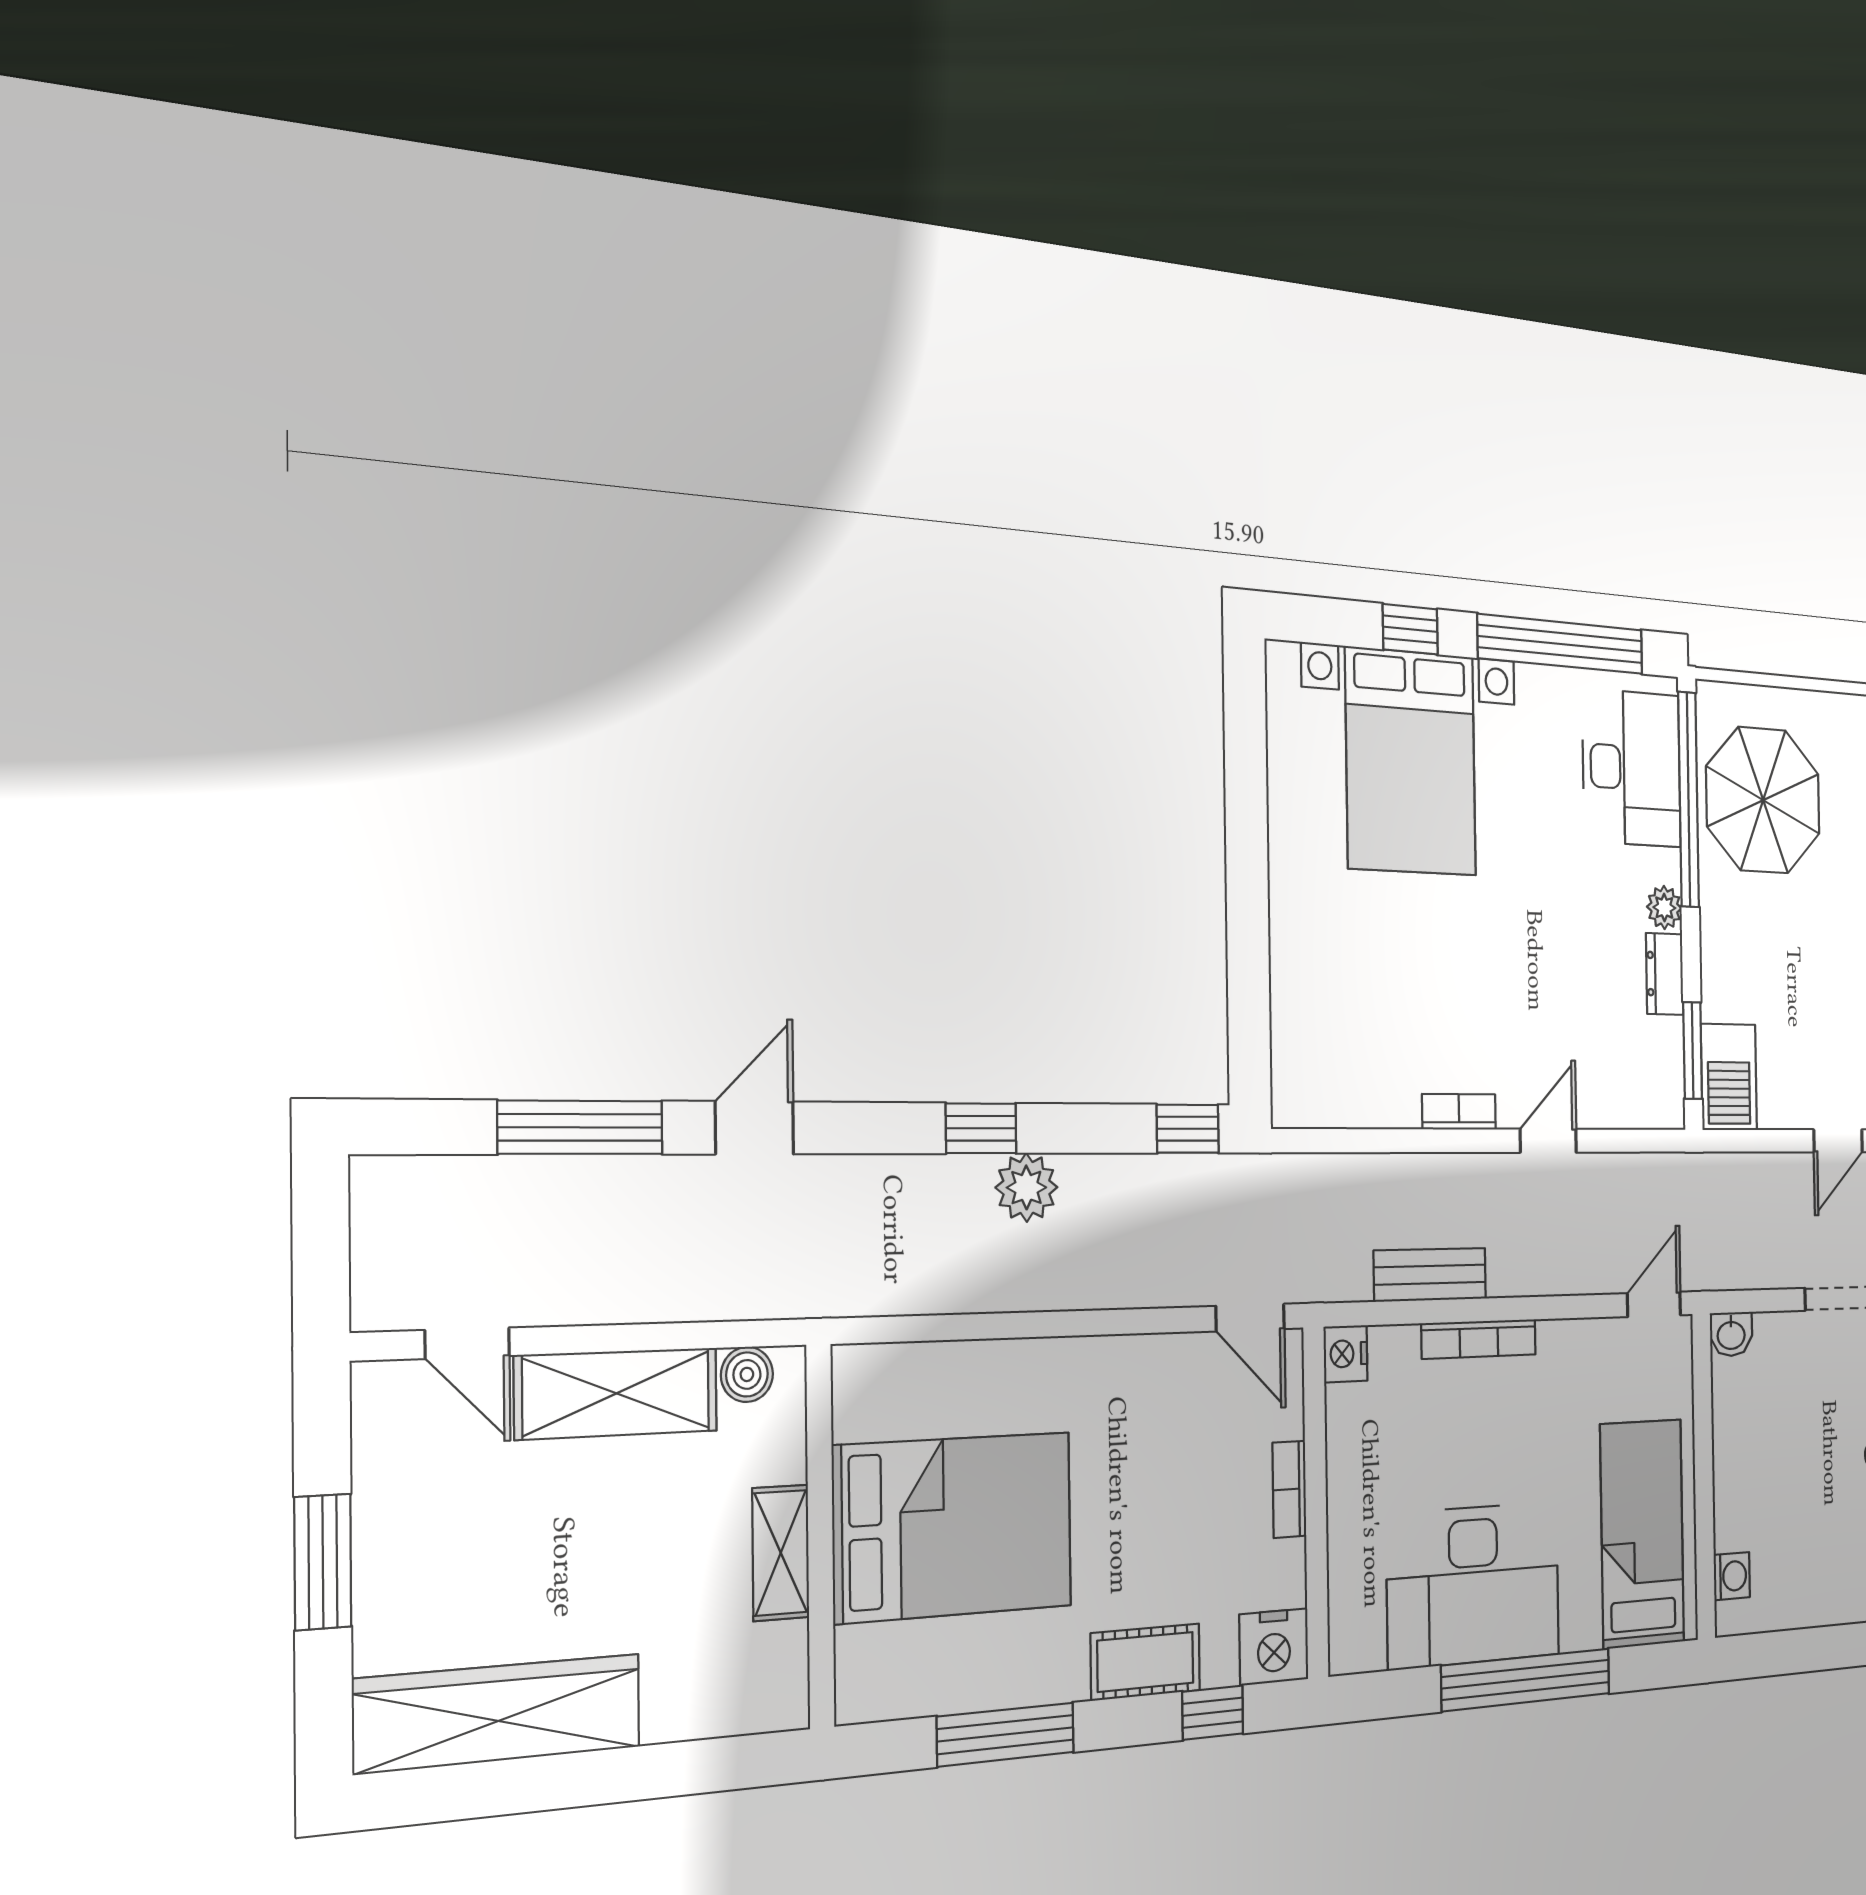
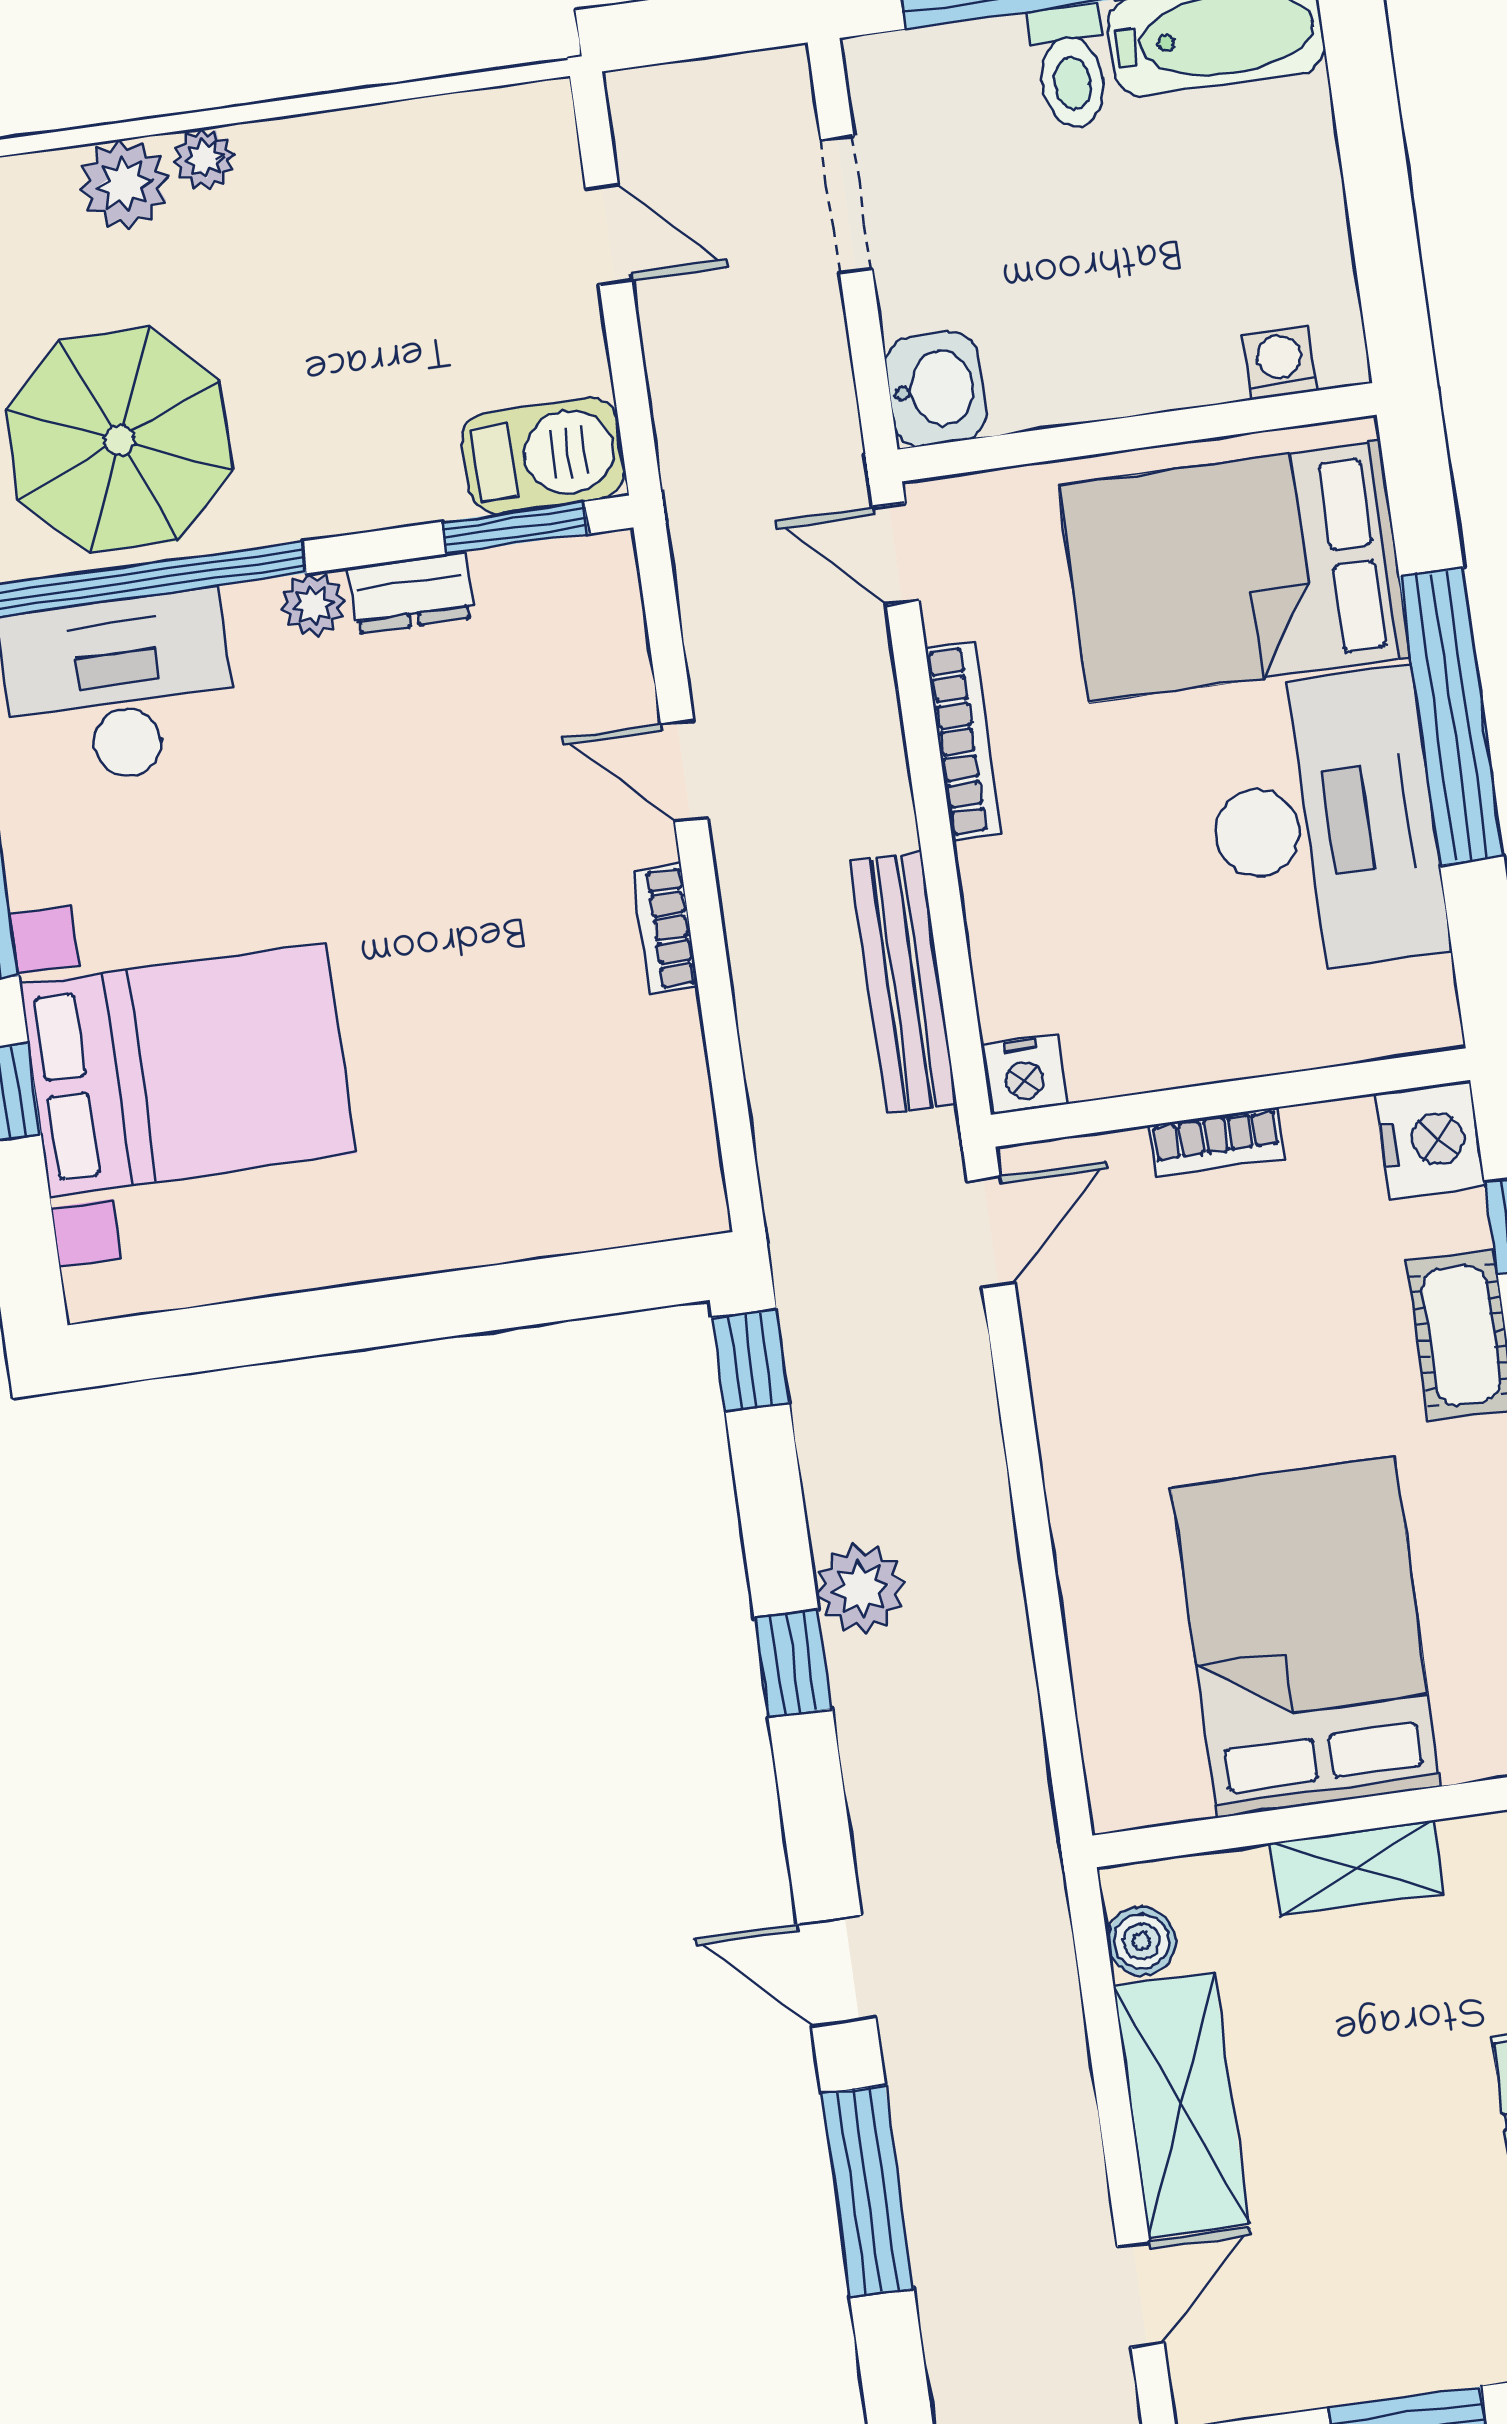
bench: (1430, 1275) -> (904, 983), width x1.36
washbasin: (1731, 1334) -> (936, 389), width x1.38, depth x1.45
bookcase: (1479, 1339) -> (963, 741), moved
bed: (1642, 1533) -> (1235, 572), width x1.50

